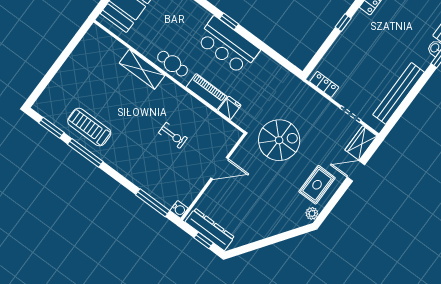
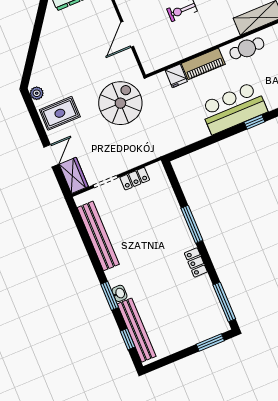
window: (343, 23) -> (192, 224), width x2.17
locker: (324, 84) -> (135, 179), moved
spiral stairs: (279, 140) -> (120, 103), turned 180
rug: (317, 185) -> (60, 113), turned 90

